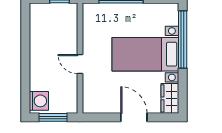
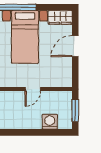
washing machine: (39, 101) -> (50, 122), moved

